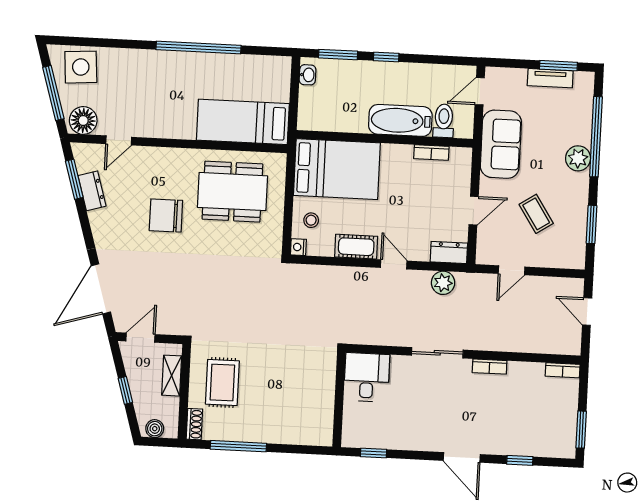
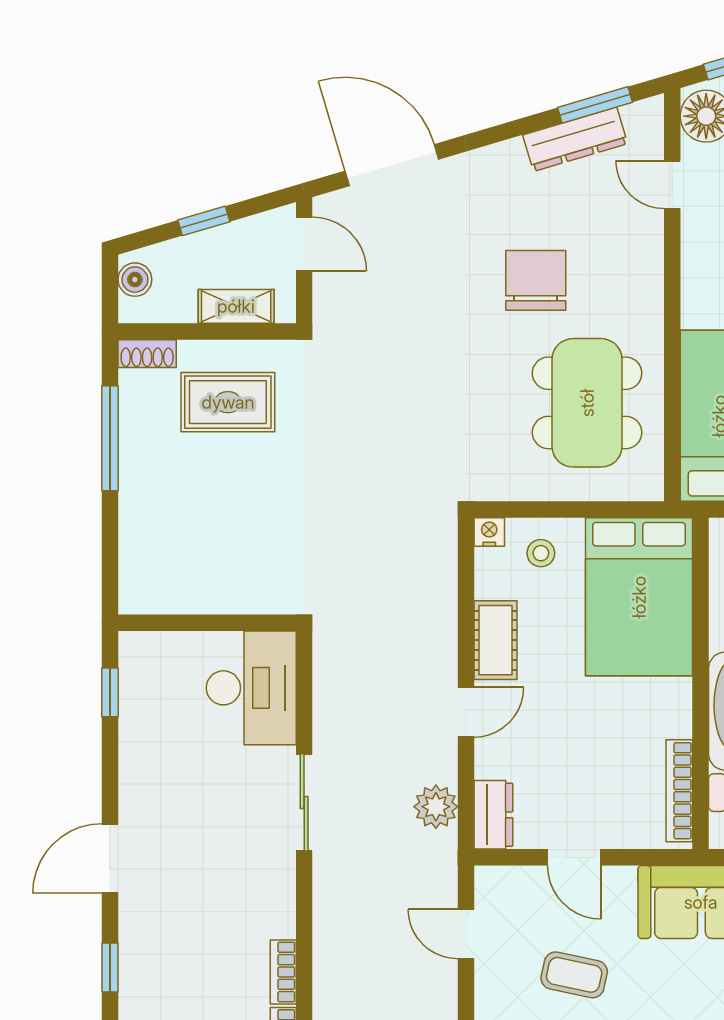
bookcase: (431, 152) -> (679, 791), width x1.56
dresser: (92, 191) -> (575, 139), width x1.44
coffee table: (536, 214) -> (574, 975), turned 45
bookcase: (490, 367) -> (283, 972), moved
desk: (367, 377) -> (251, 688), width x1.37

